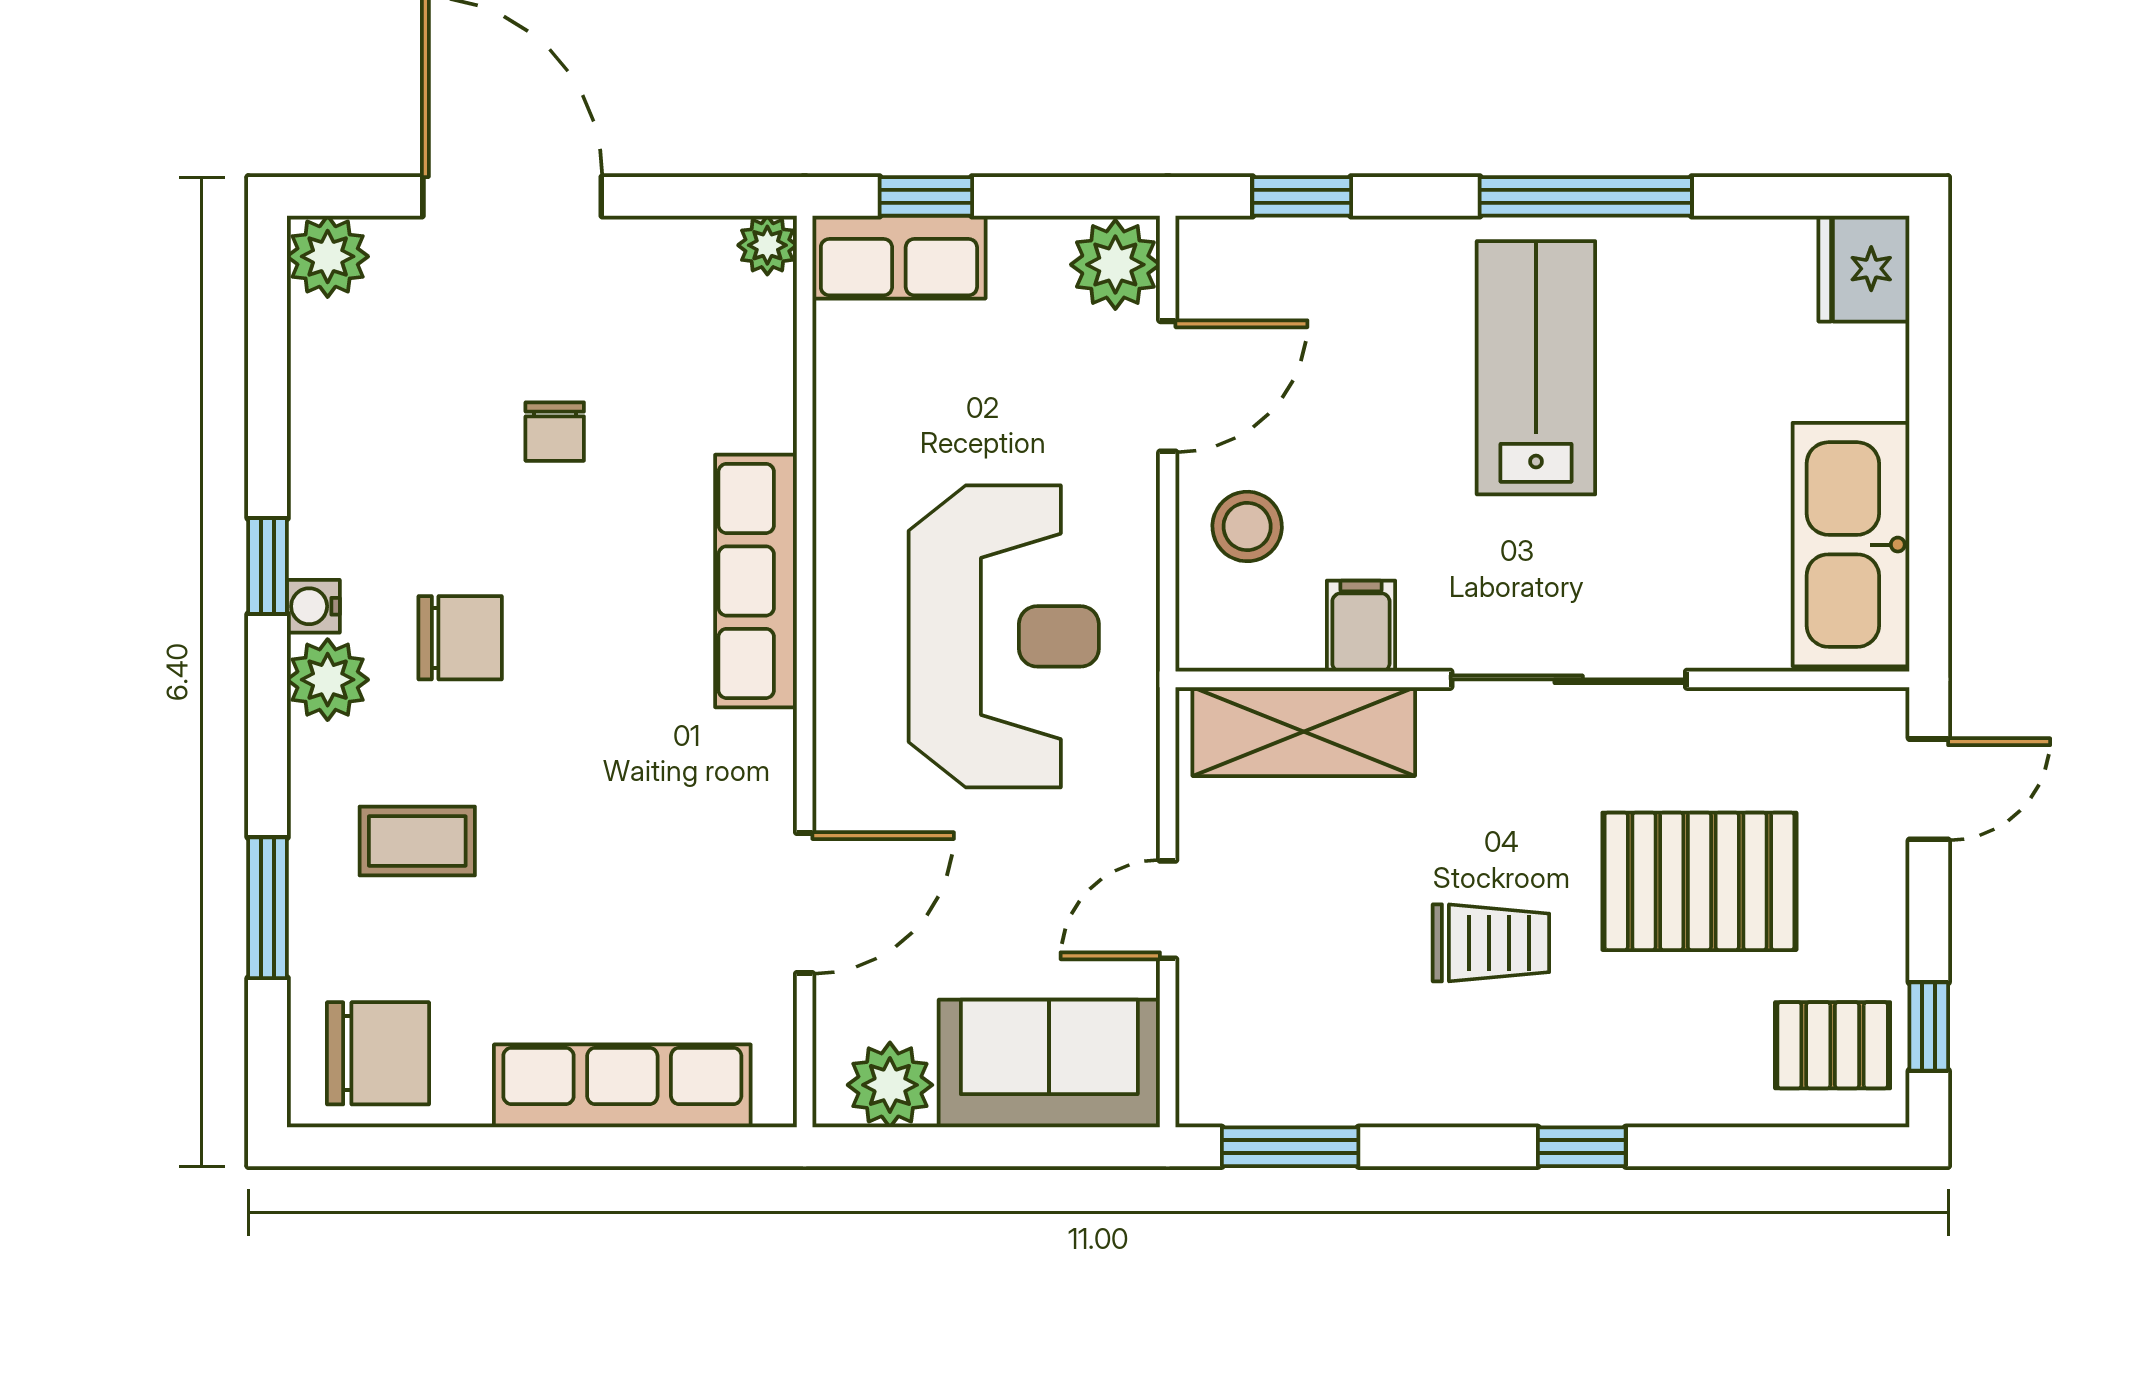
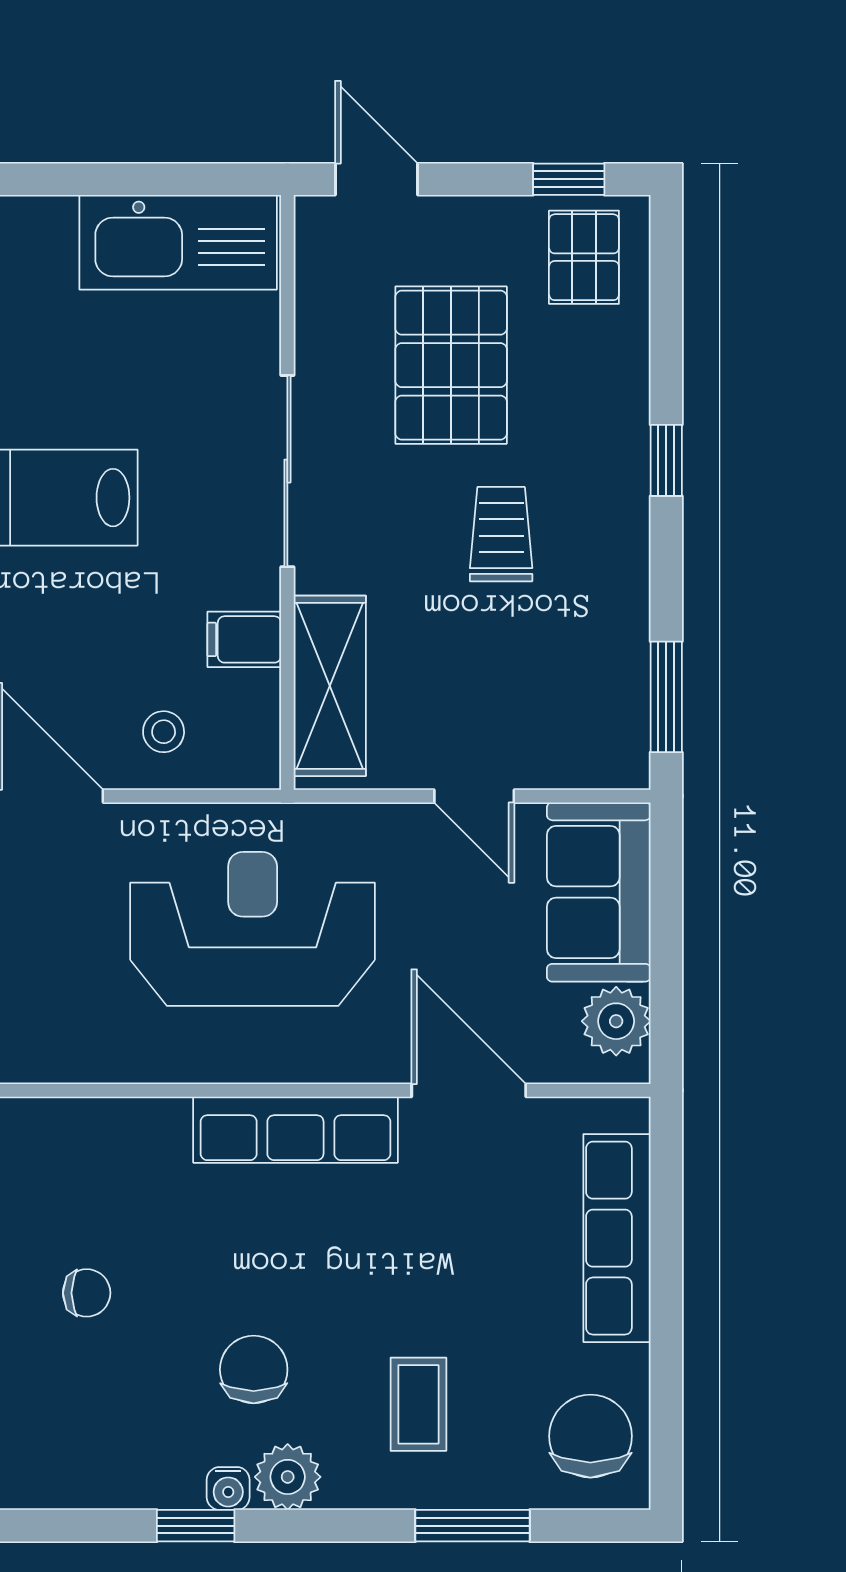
stool: (1247, 526) -> (164, 732), width x0.73, depth x0.73
row of seats: (756, 581) -> (295, 1130), moved

